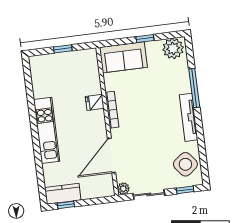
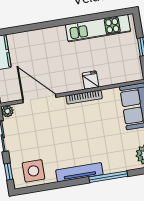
kitchen unit: (47, 130) -> (98, 28), moved
side table: (185, 164) -> (34, 171), turned 38

